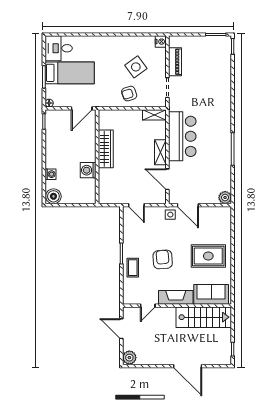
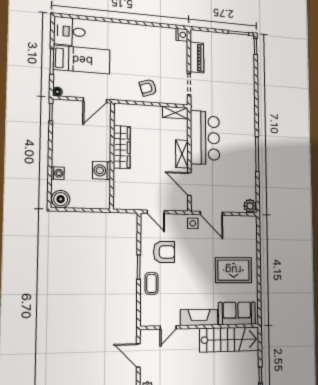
side table: (136, 67) -> (155, 59), removed
armchair: (163, 259) -> (164, 252), moved, turned 94

